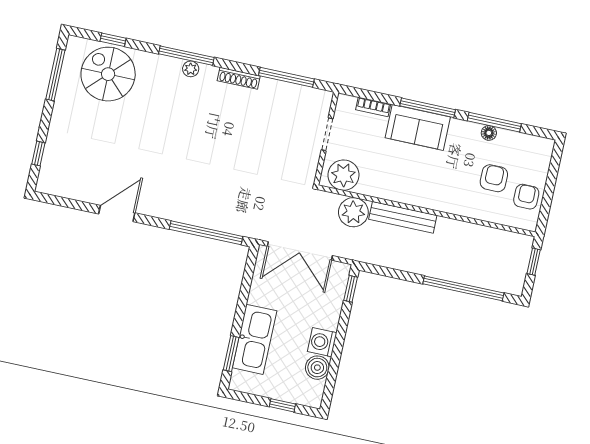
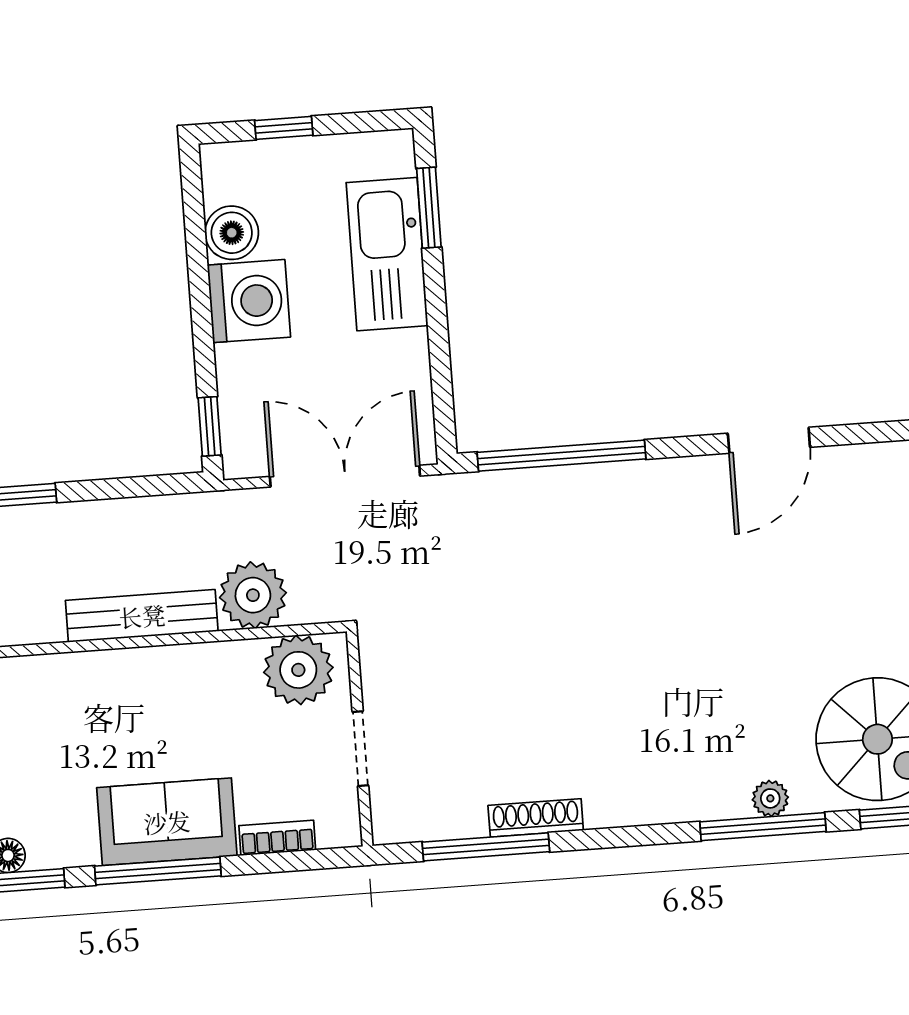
window: (186, 56) -> (763, 827), moved
plant: (191, 69) -> (770, 798), moved
shoe rack: (239, 78) -> (536, 818), moved
washing machine: (322, 342) -> (249, 301), width x1.37, depth x1.37

